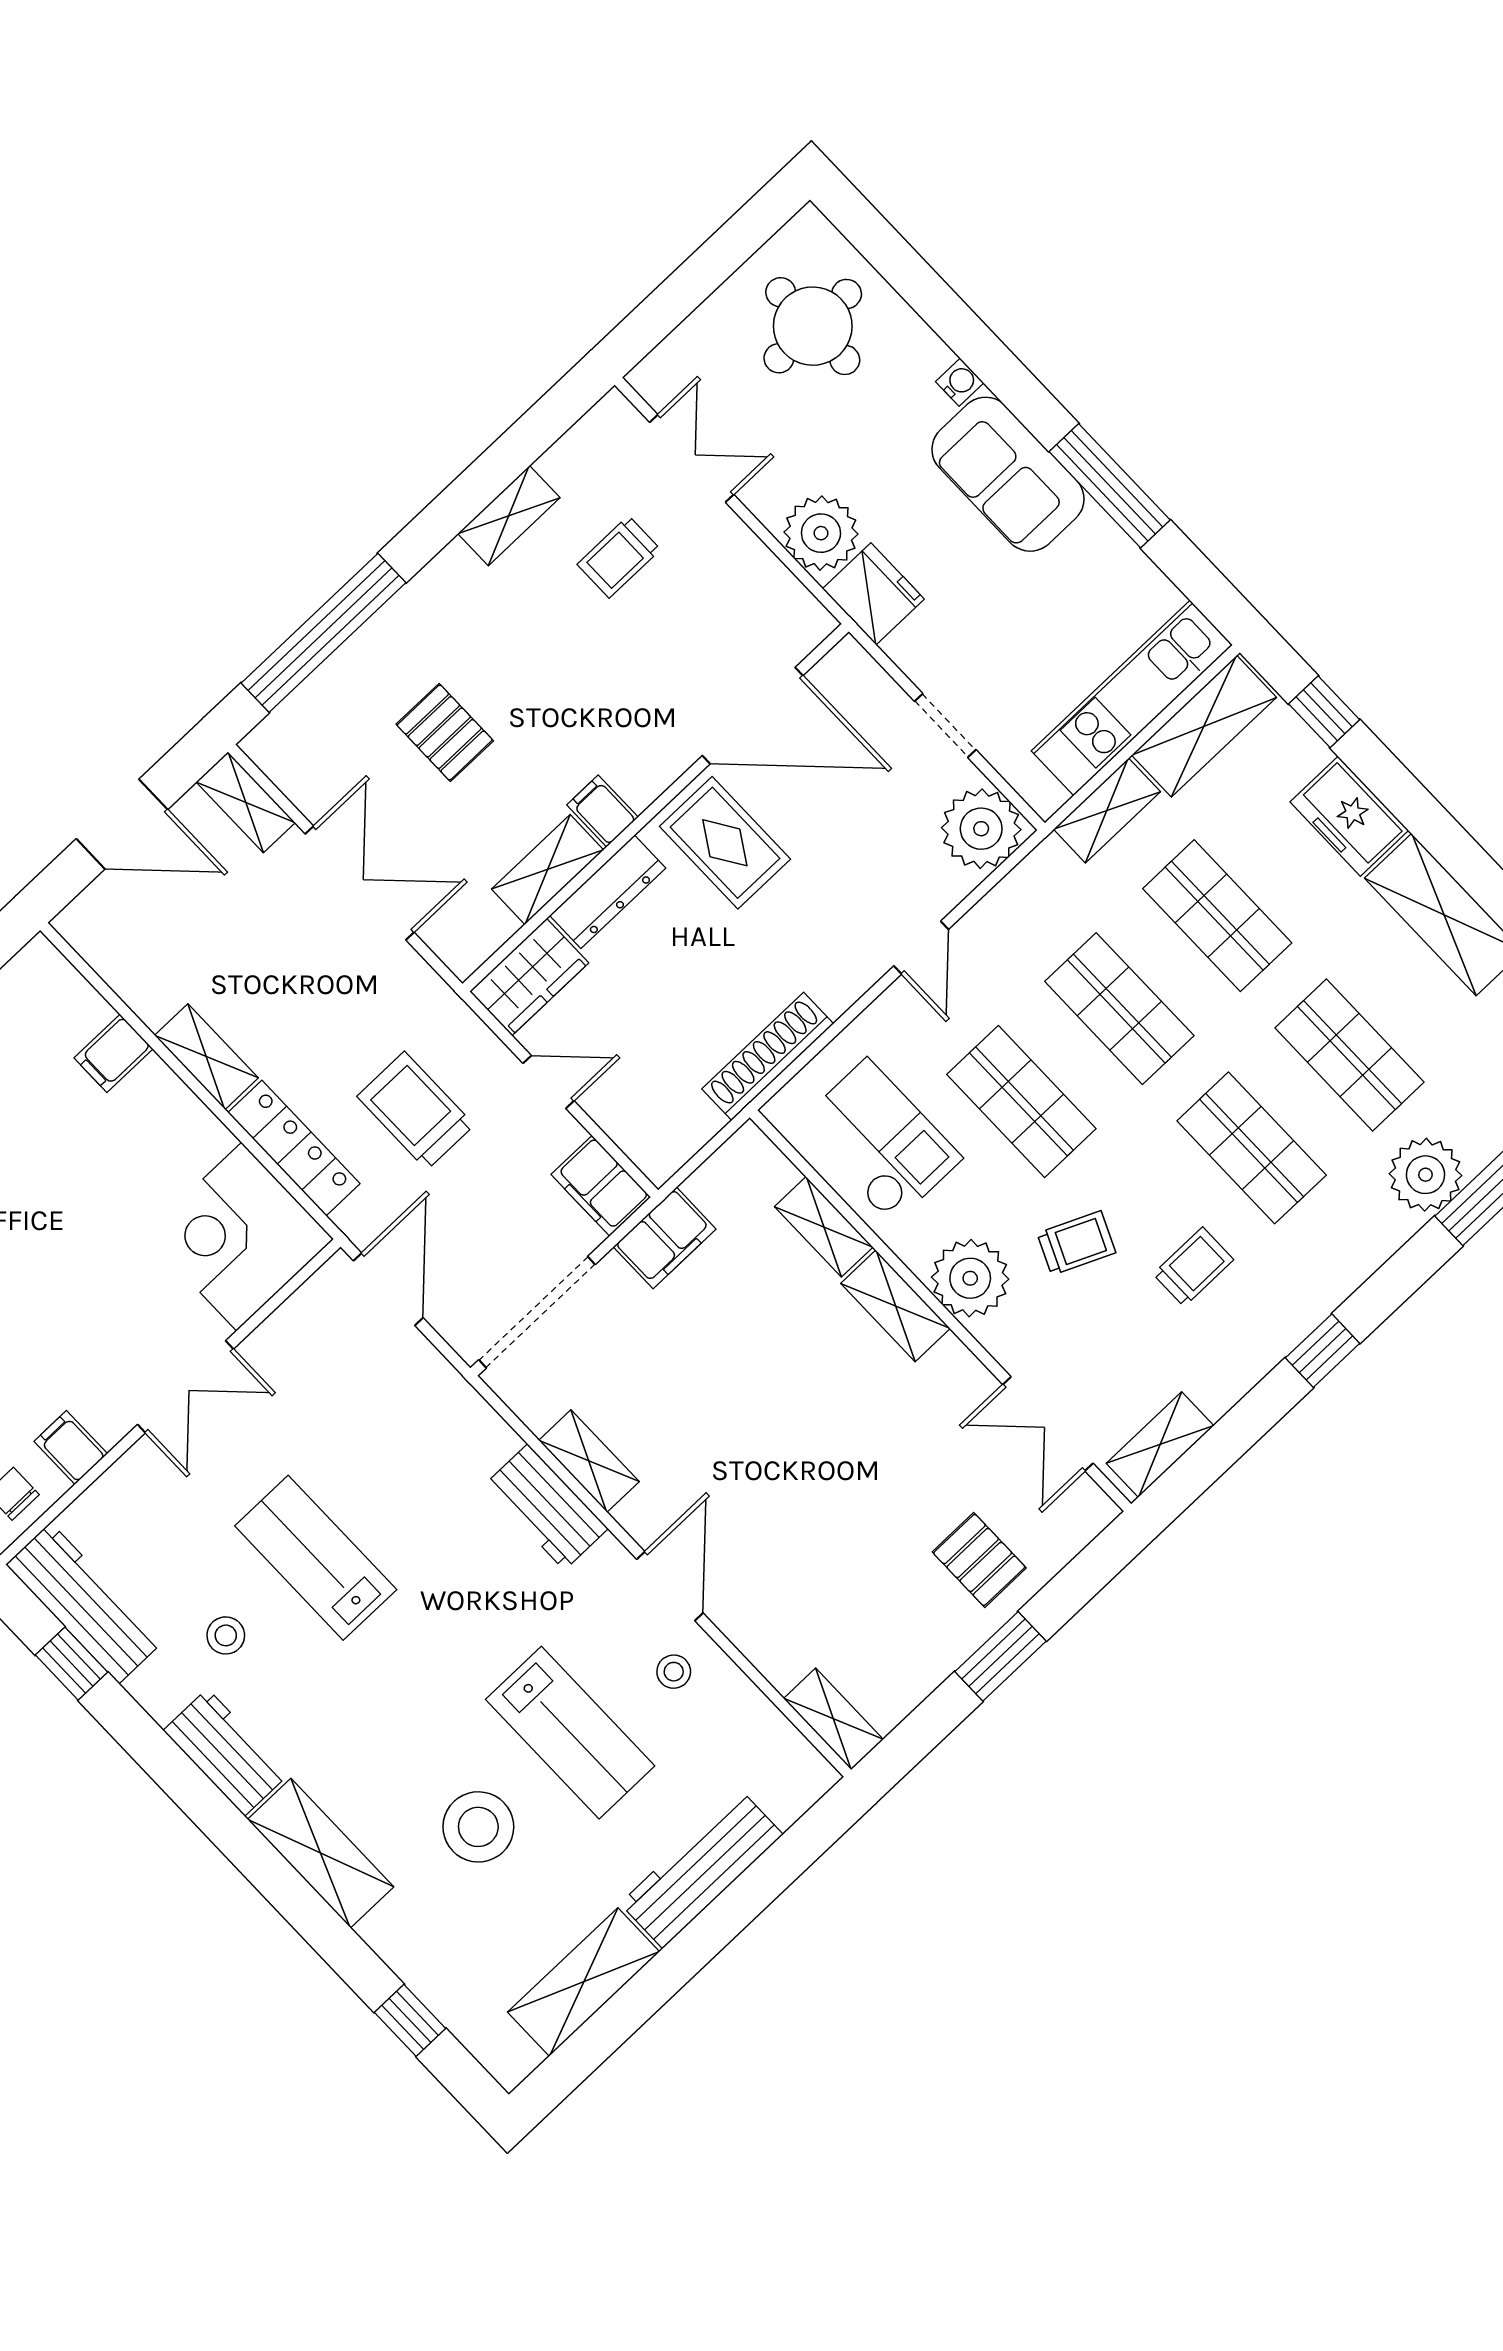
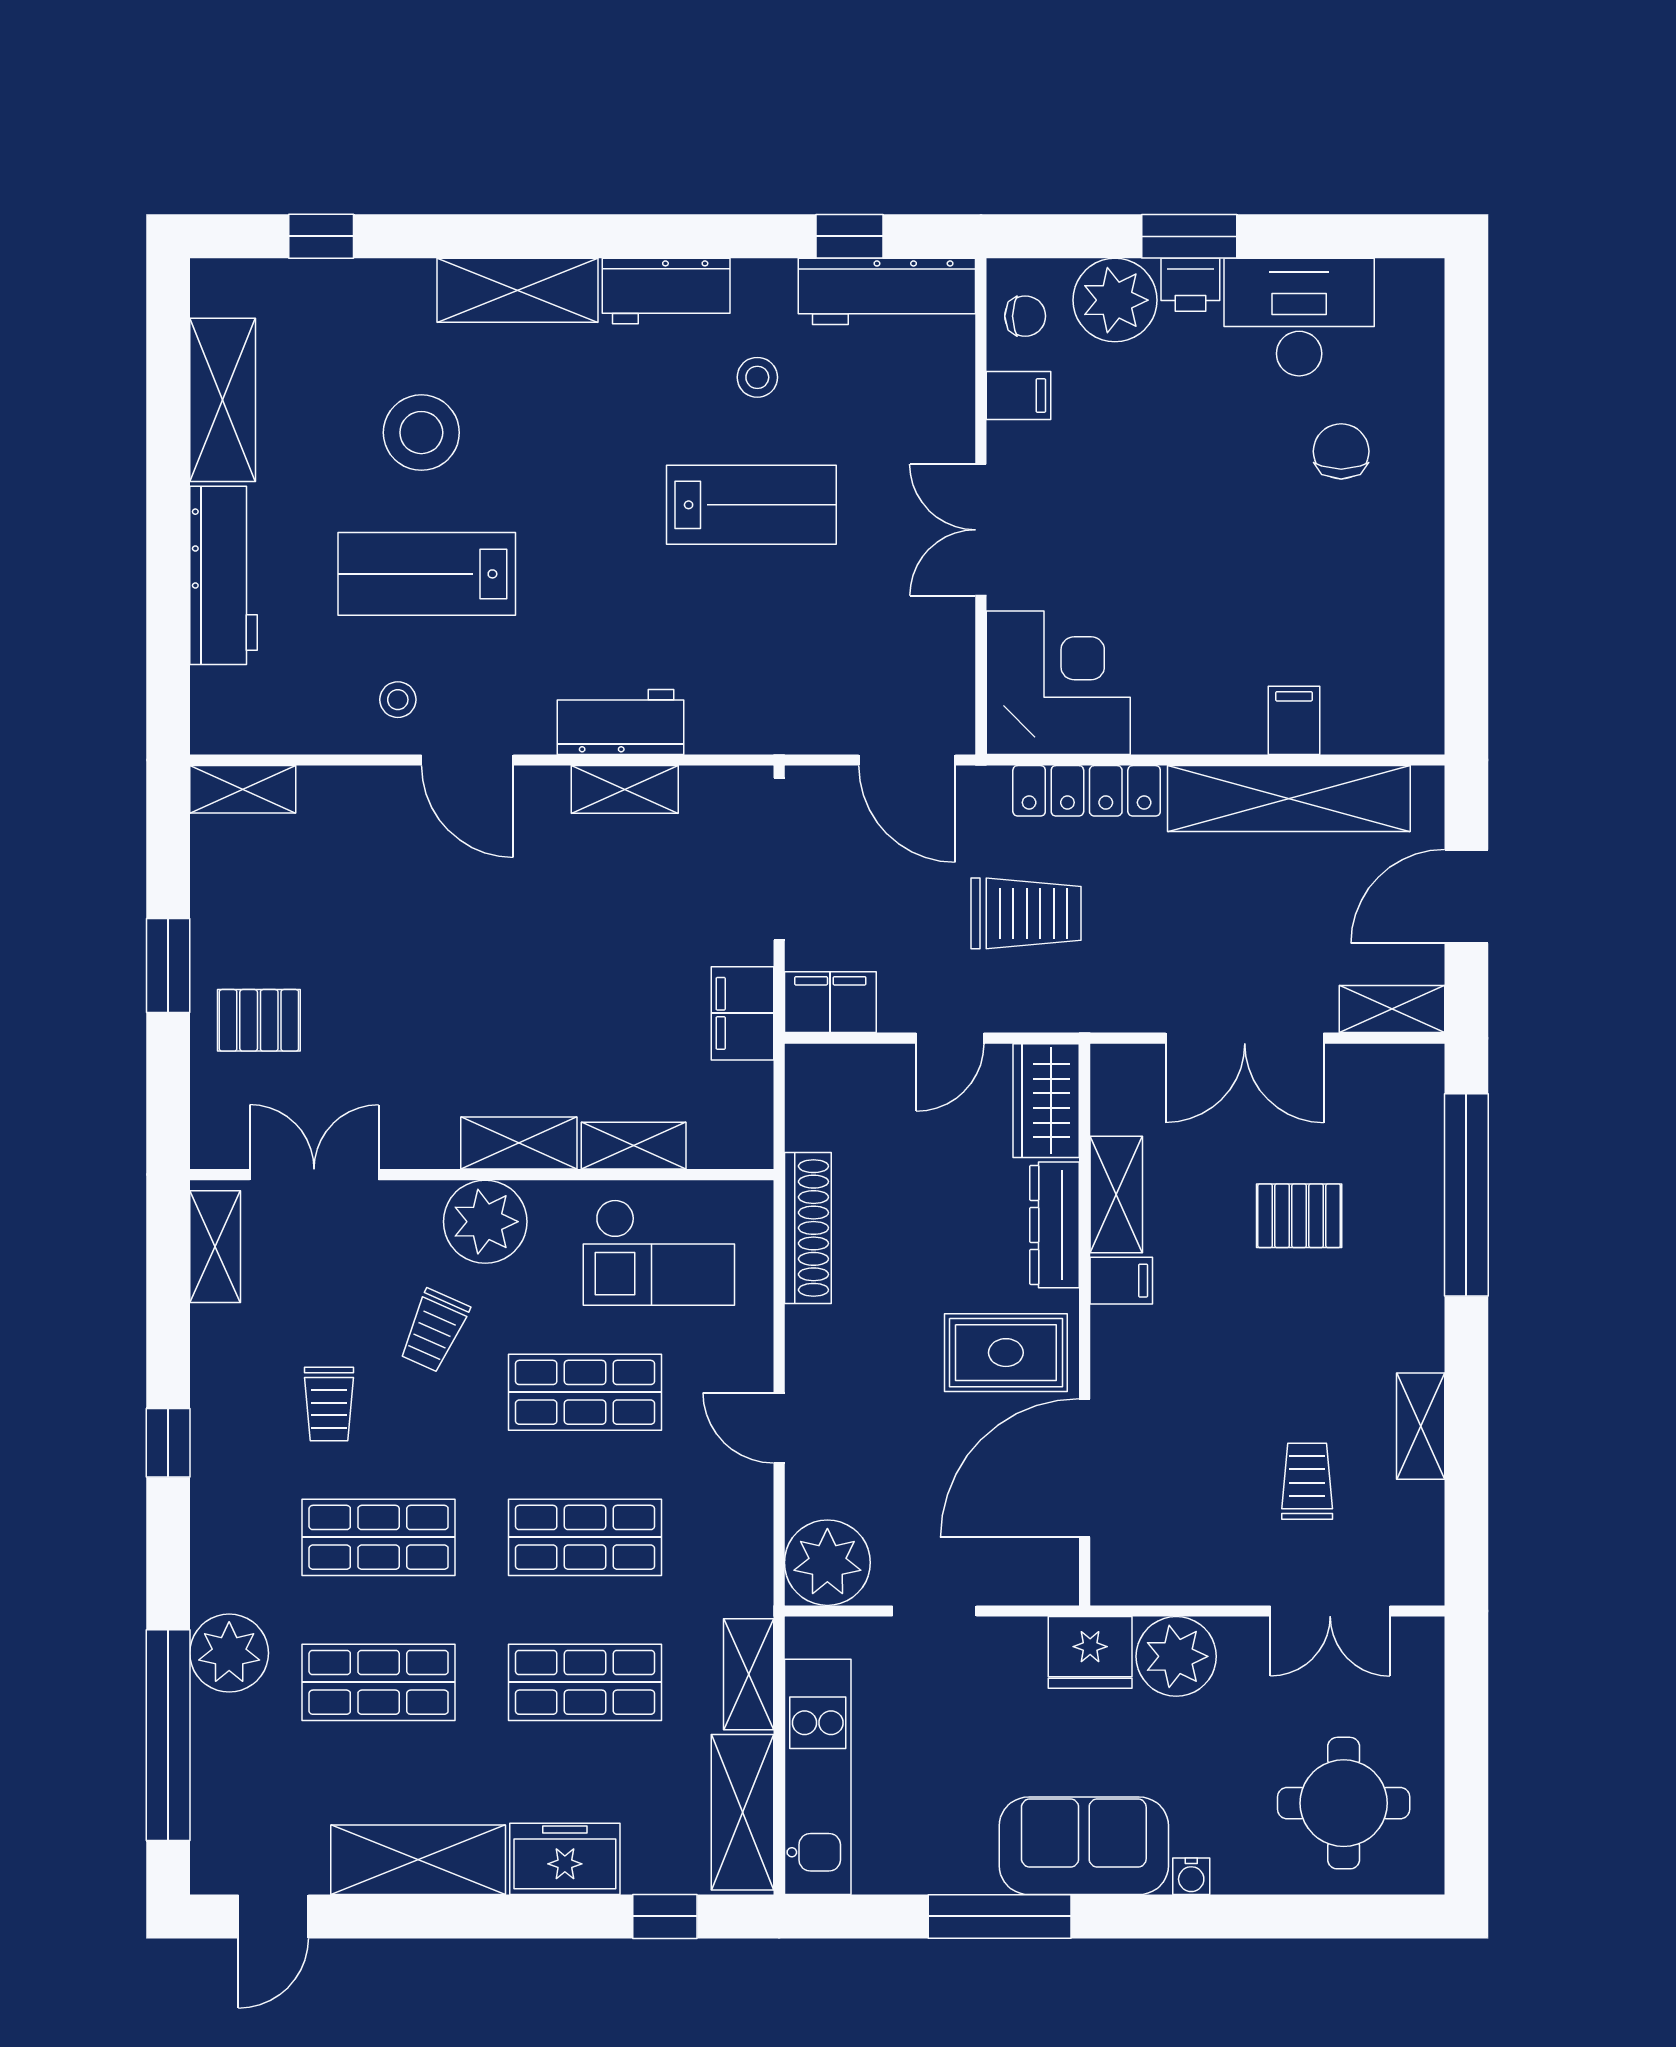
shelving: (206, 1057) -> (1289, 799), width x2.20, depth x1.33

